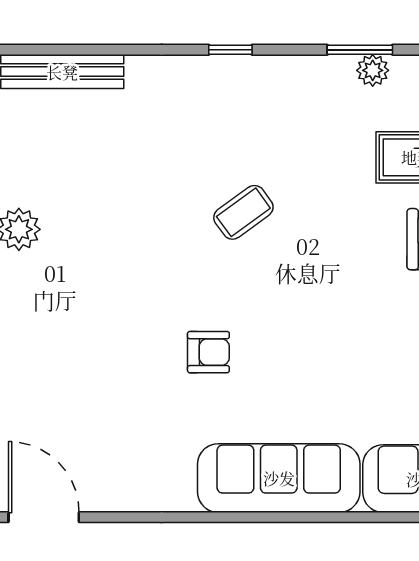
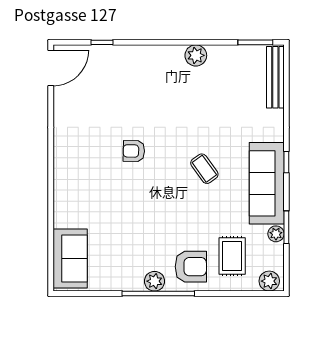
armchair: (208, 352) -> (134, 151), turned 91
sofa: (279, 478) -> (267, 183), moved, turned 180

